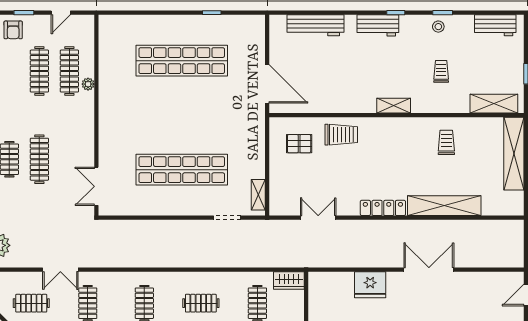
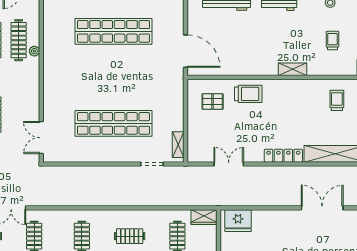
fridge: (370, 285) -> (238, 221), moved

